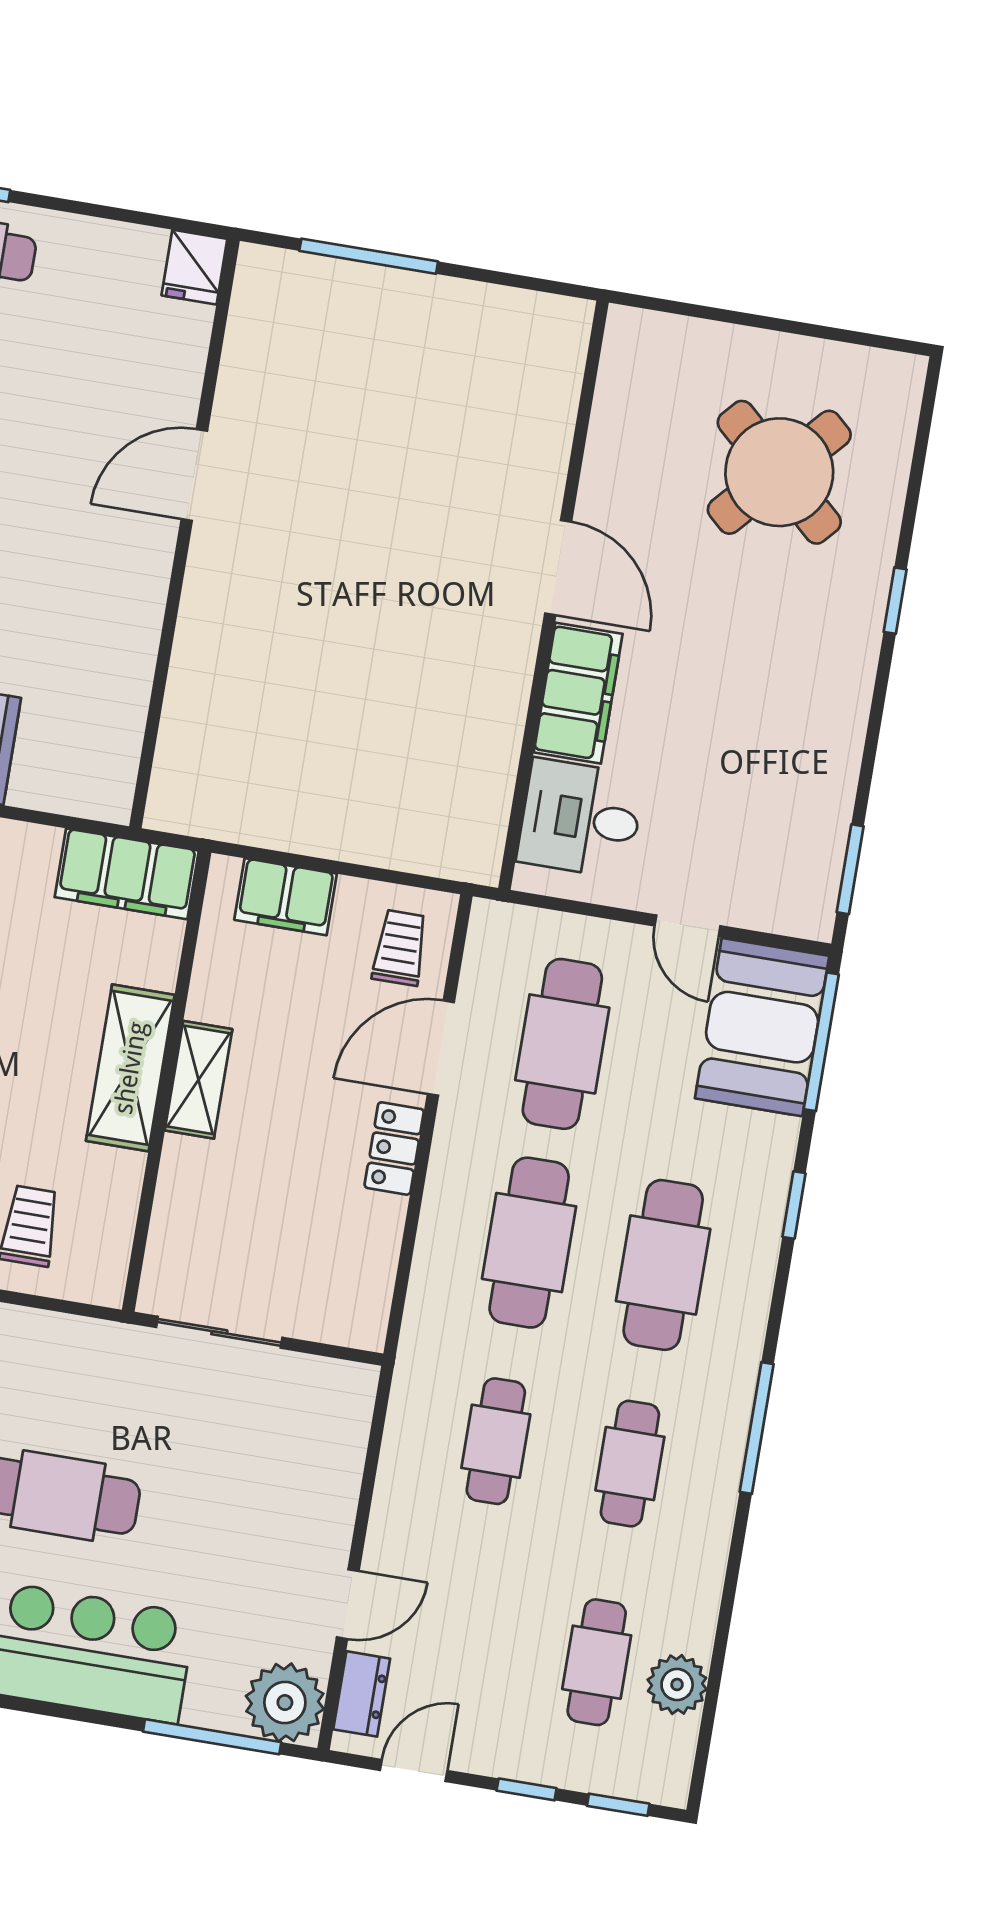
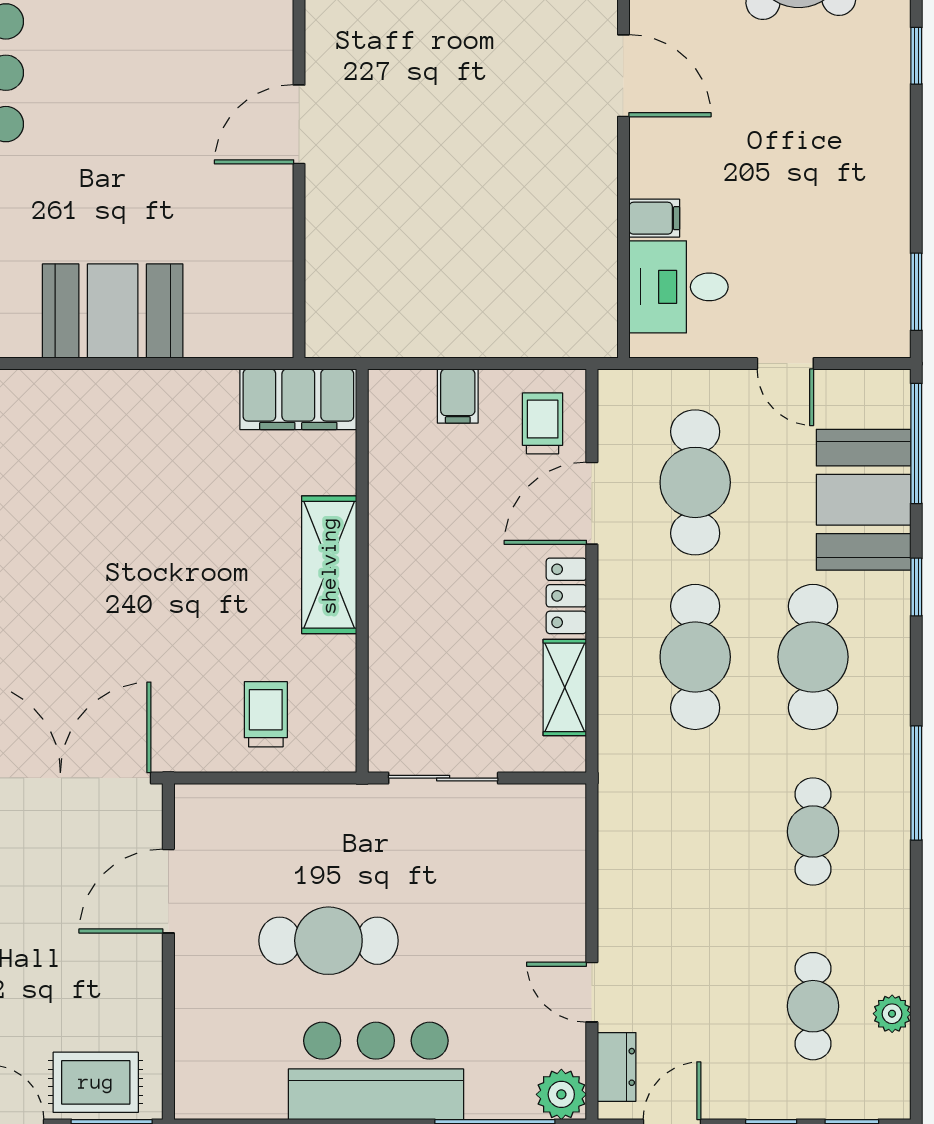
door: (194, 475) -> (299, 124), moved
filing cabinet: (578, 693) -> (654, 218), width x0.33, depth x0.86
filing cabinet: (286, 897) -> (458, 396), width x0.50
booth: (762, 1027) -> (864, 500), moved
shelving: (198, 1080) -> (565, 687), moved
cafe table: (496, 1441) -> (695, 832), removed
door: (348, 1604) -> (592, 992), swing flipped
plant: (677, 1685) -> (892, 1014), width x0.73, depth x0.73
plant: (285, 1703) -> (561, 1094), width x0.73, depth x0.73

